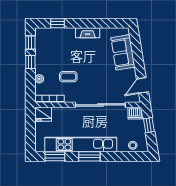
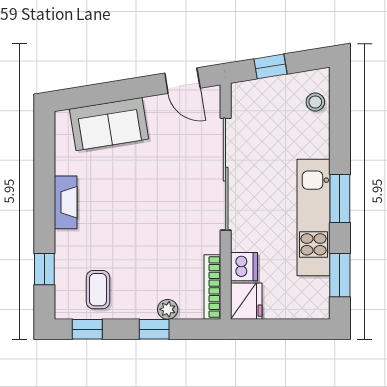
window: (30, 62) -> (154, 329), moved
coffee table: (68, 77) -> (98, 290), moved
dishwasher: (135, 113) -> (244, 267), moved
kitchen unit: (81, 144) -> (313, 218), width x0.73

